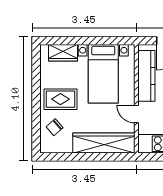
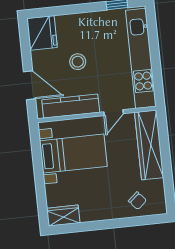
wardrobe: (63, 53) -> (63, 216), moved, turned -90
rug: (60, 99) -> (106, 197), removed

